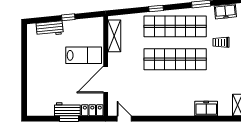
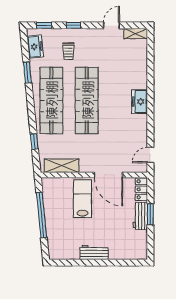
window: (156, 9) -> (34, 142), moved
window: (68, 17) -> (42, 215), width x3.17
workbench: (50, 29) -> (94, 252), moved, turned -84
freezer: (206, 109) -> (140, 102), moved

